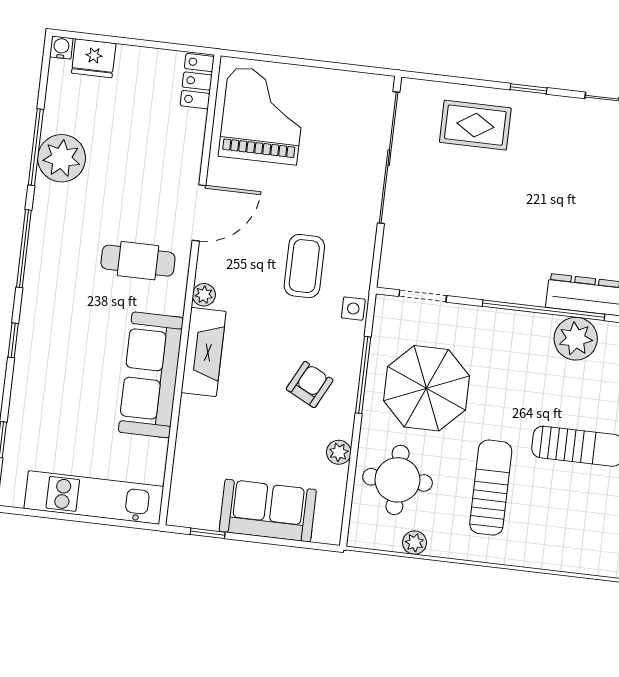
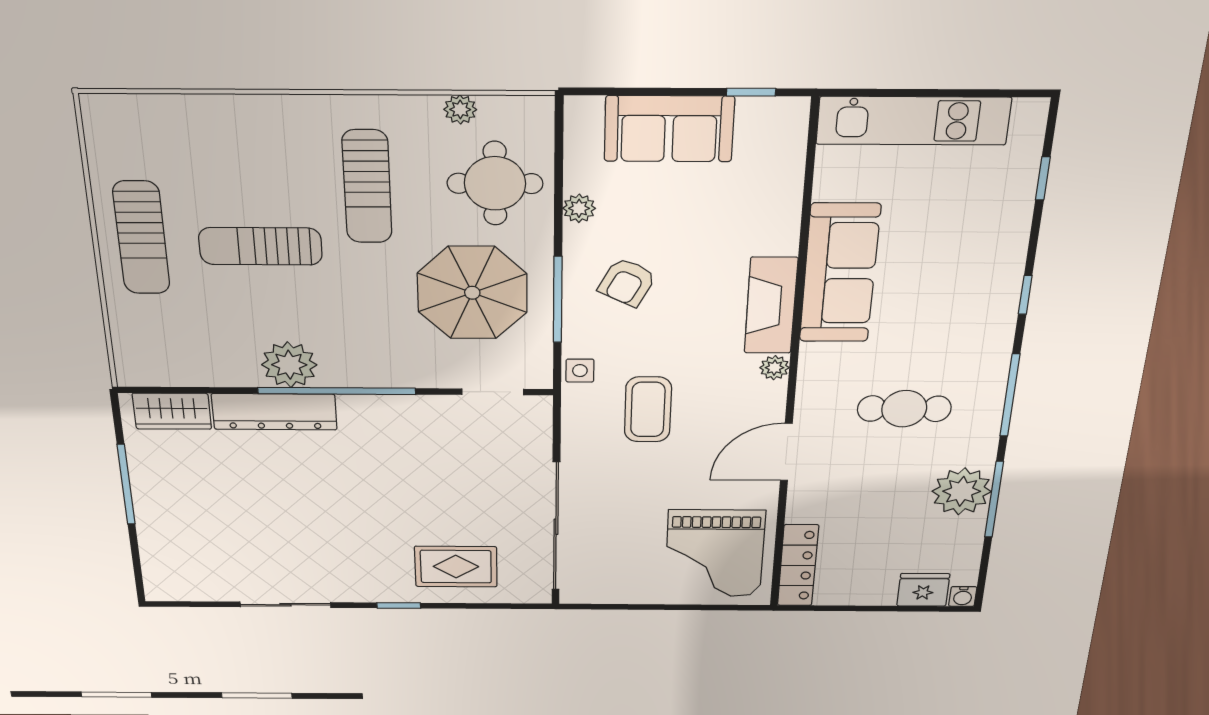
locker: (197, 81) -> (798, 565), width x1.53
cafe table: (138, 261) -> (904, 409), moved

